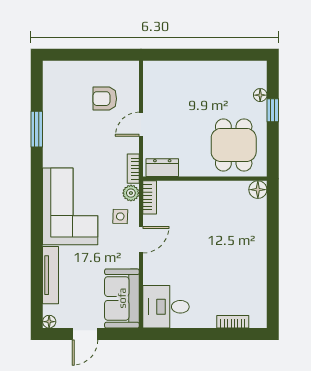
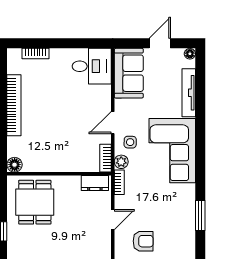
floor lamp: (260, 95) -> (12, 244), removed
bookcase: (259, 260) -> (14, 105), added

